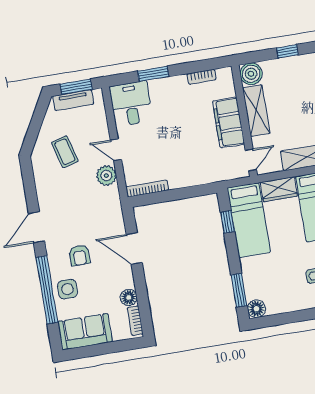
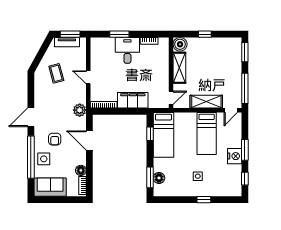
desk: (131, 104) -> (127, 50), moved
filing cabinet: (228, 122) -> (133, 100), moved, turned 90
plant: (106, 176) -> (80, 110), moved
wardrobe: (279, 189) -> (185, 119), removed
floor lamp: (256, 309) -> (159, 178), moved

